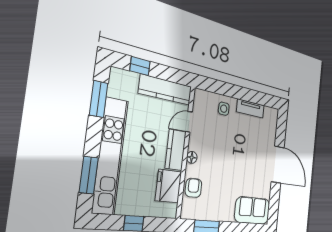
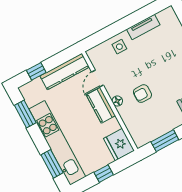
fridge: (169, 186) -> (119, 145), moved
armchair: (193, 188) -> (142, 94), moved, turned -90

